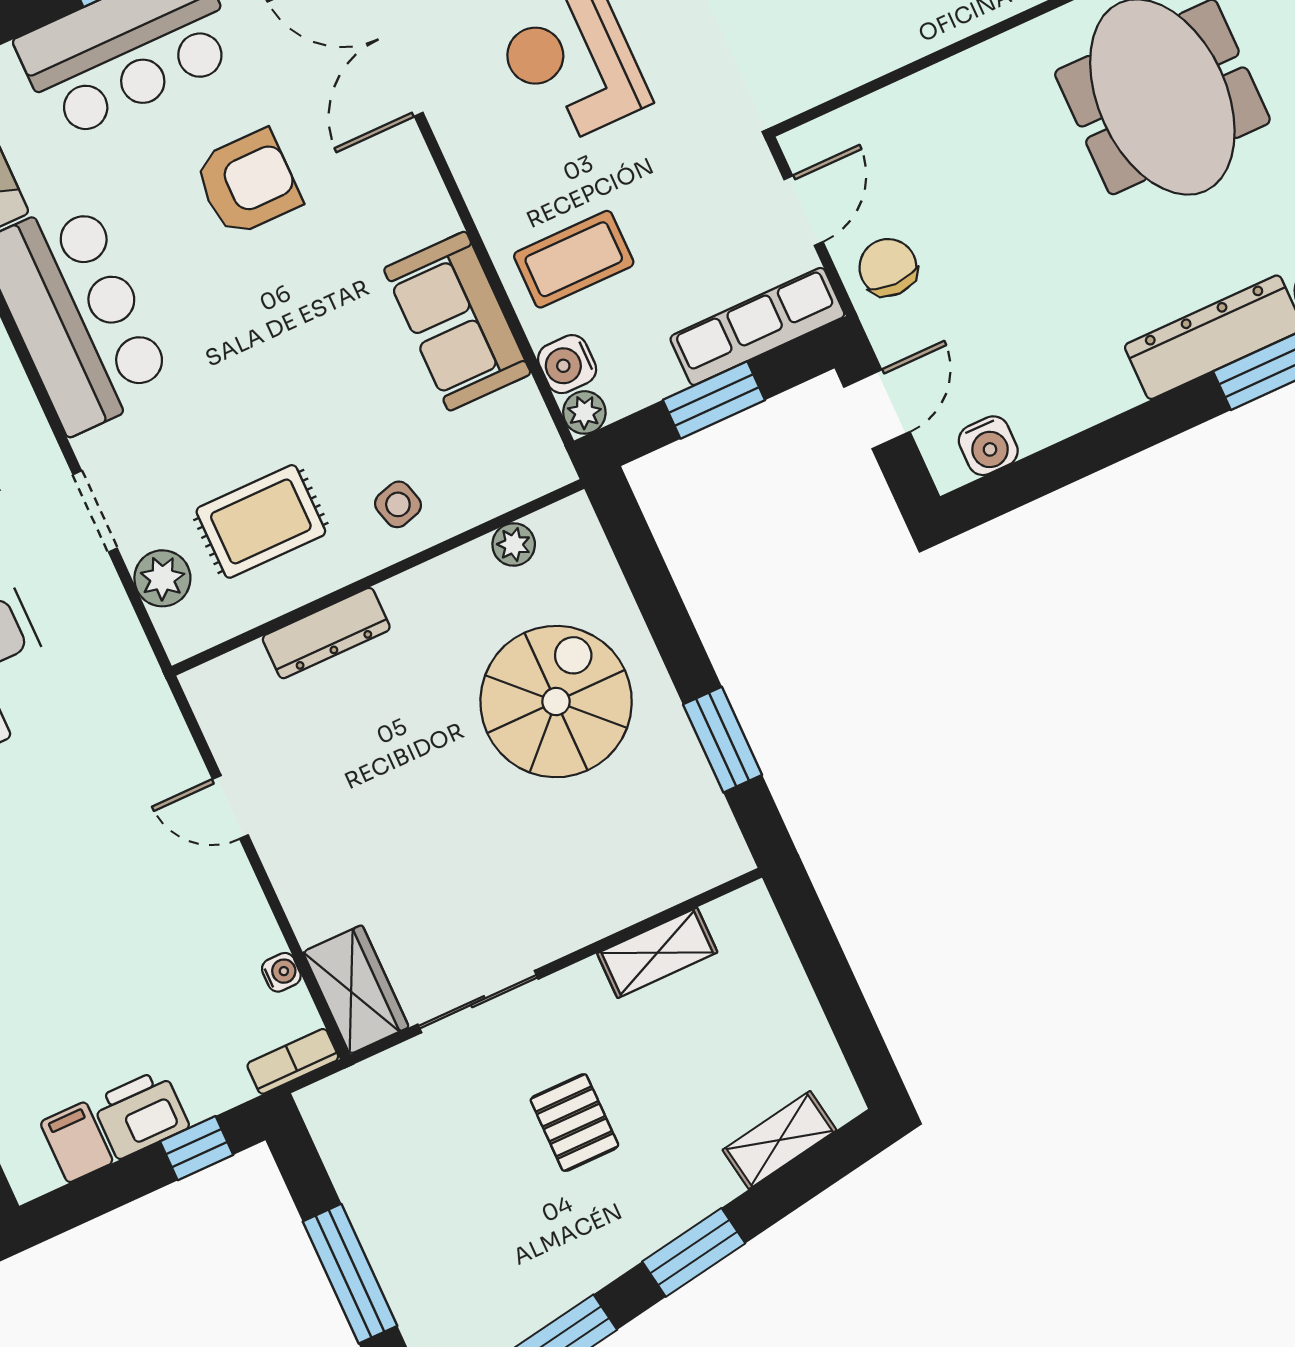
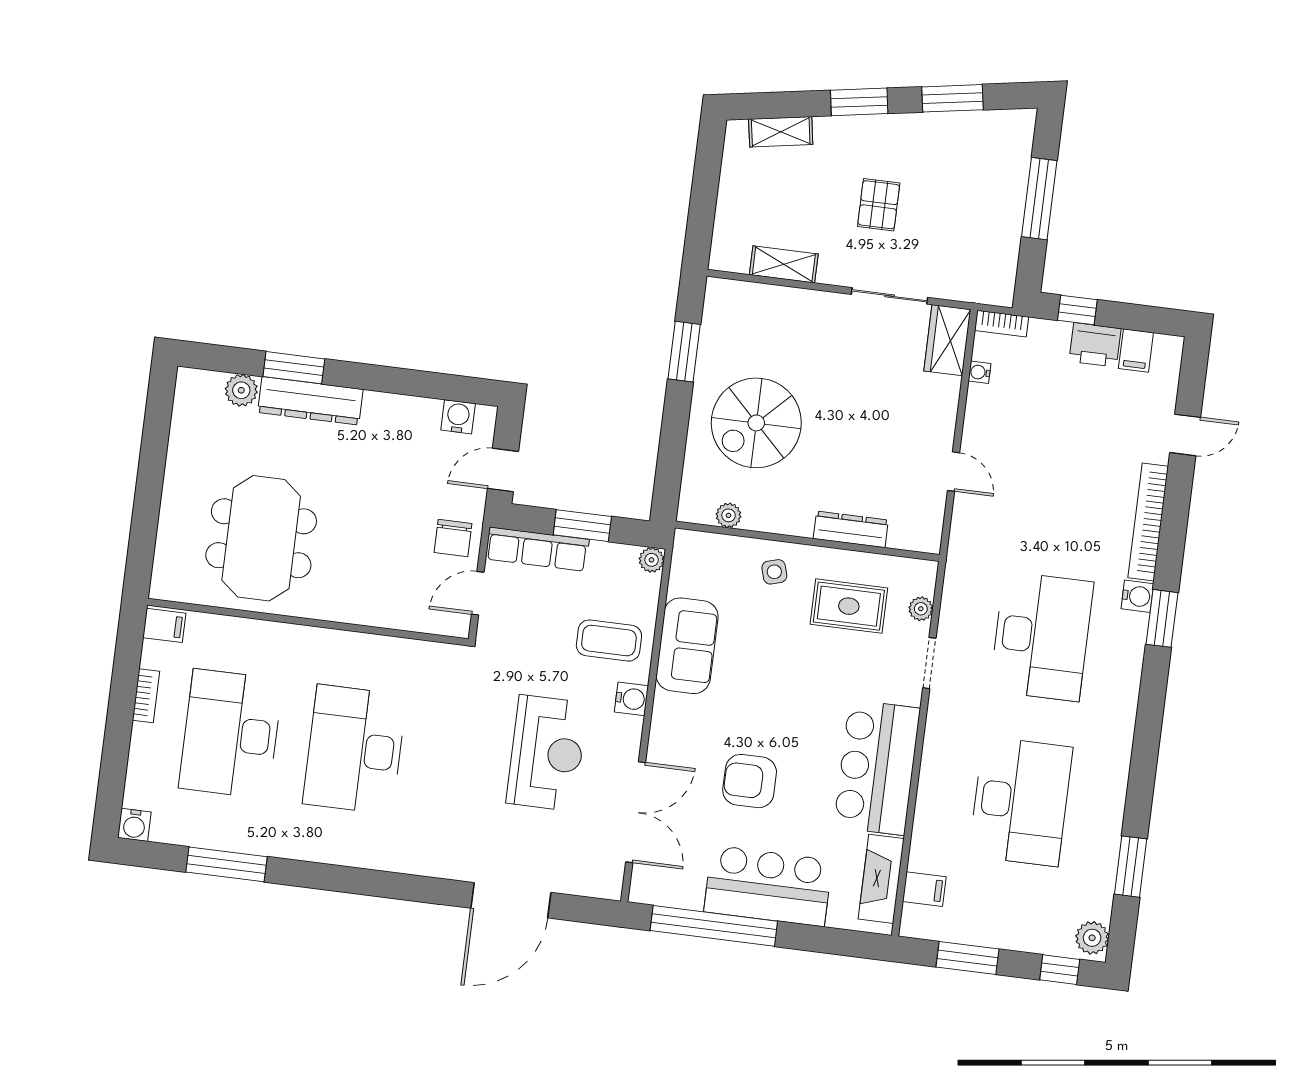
water cooler: (567, 364) -> (631, 699), moved
plant: (162, 578) -> (921, 609), width x0.73, depth x0.73

